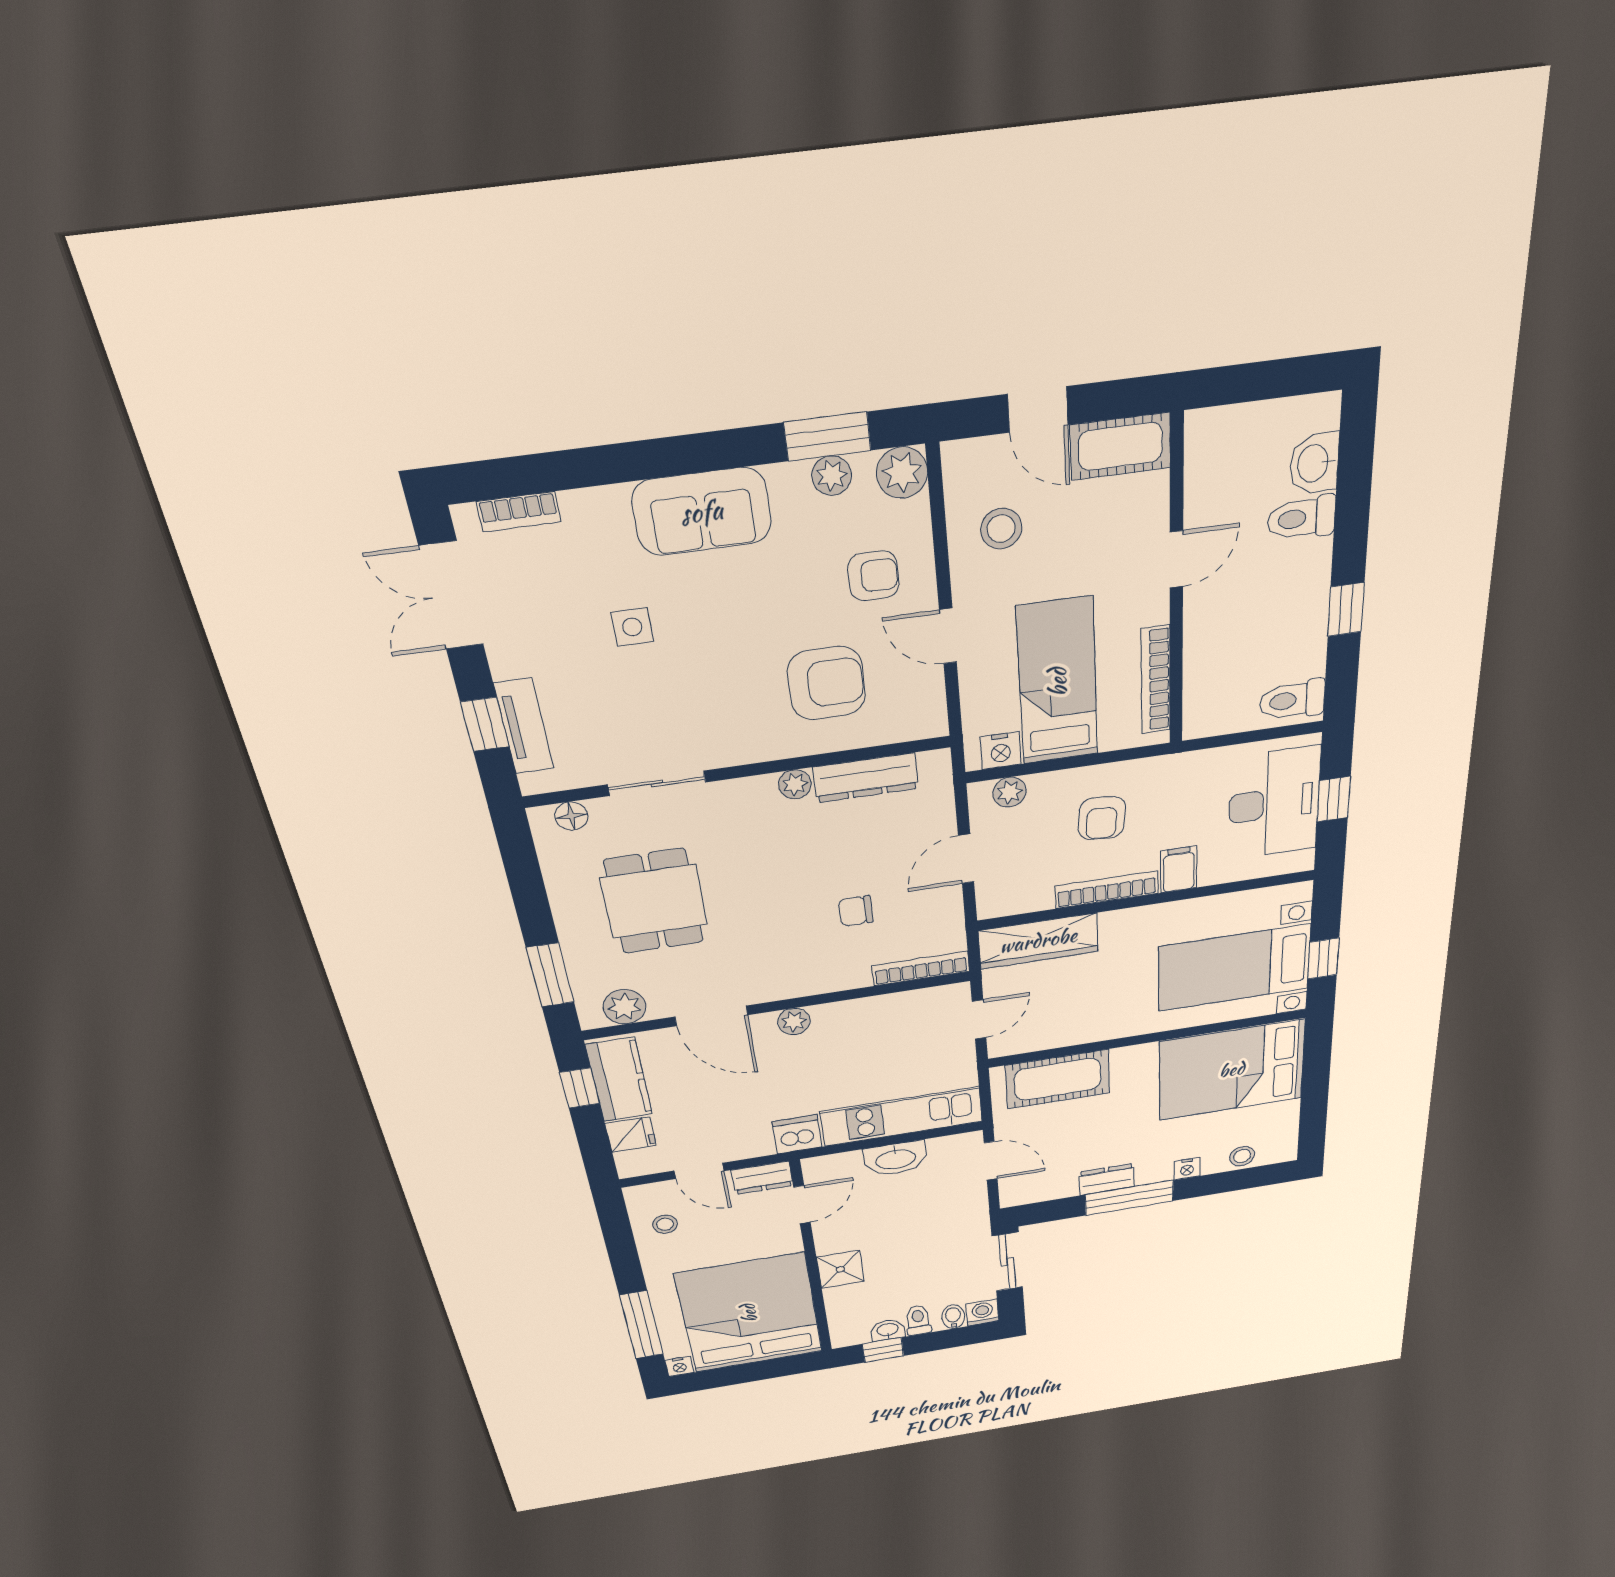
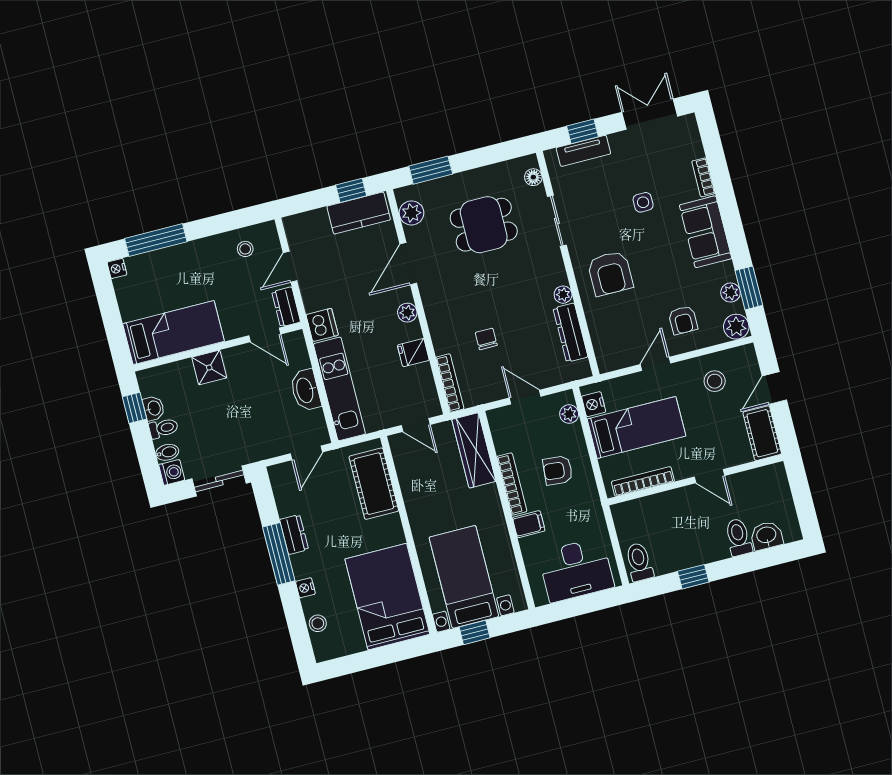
bookcase: (519, 512) -> (703, 177), moved
armchair: (826, 683) -> (610, 273), moved
window: (1334, 799) -> (582, 605), removed
fridge: (631, 1135) -> (413, 353), moved, turned 90
bed: (749, 1313) -> (173, 333), width x0.49

